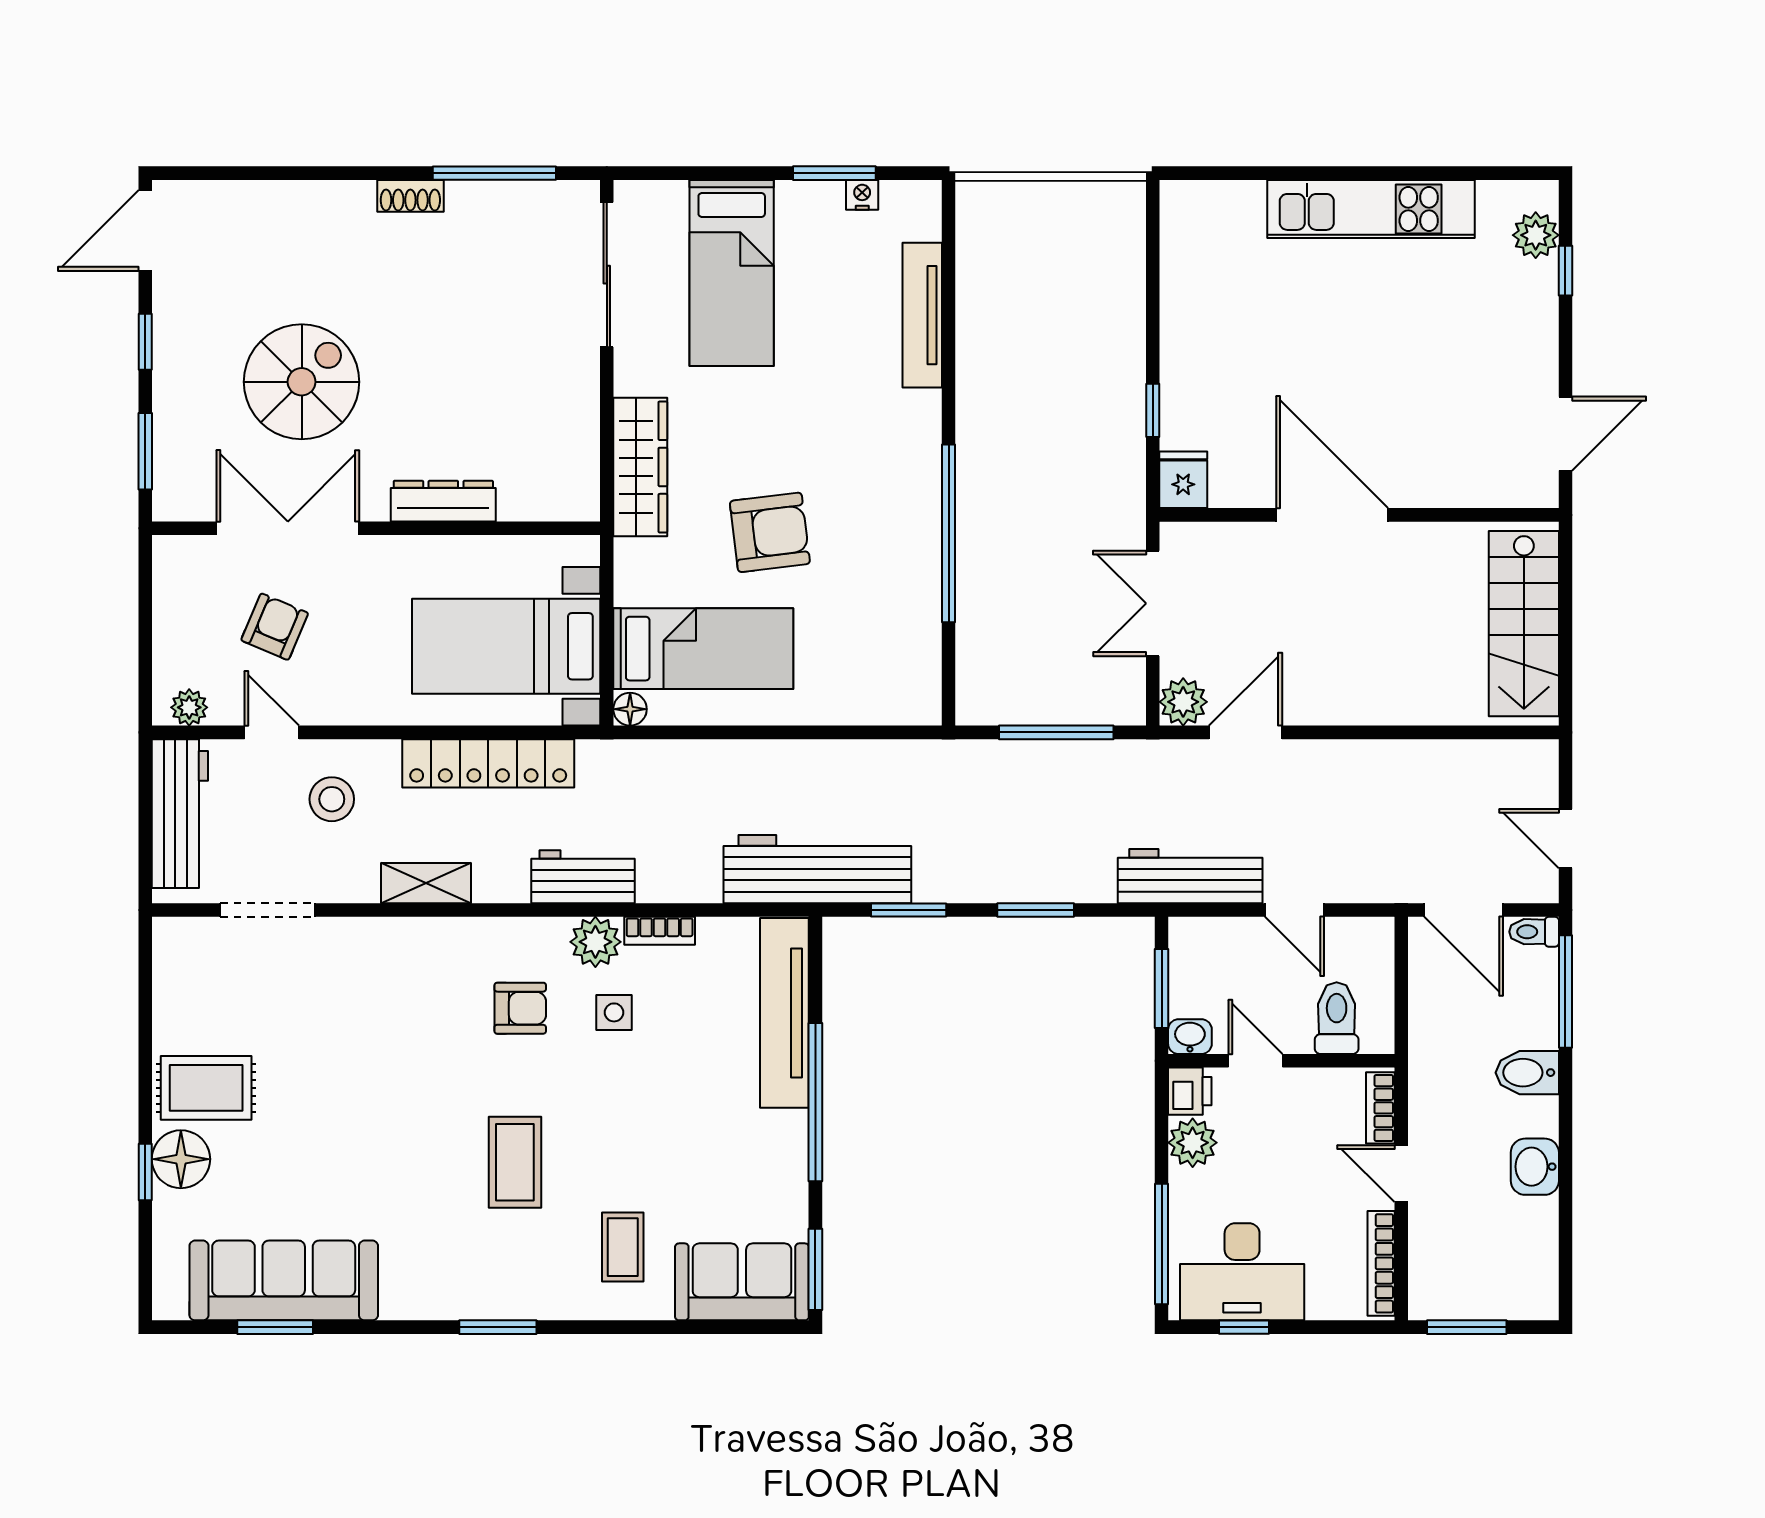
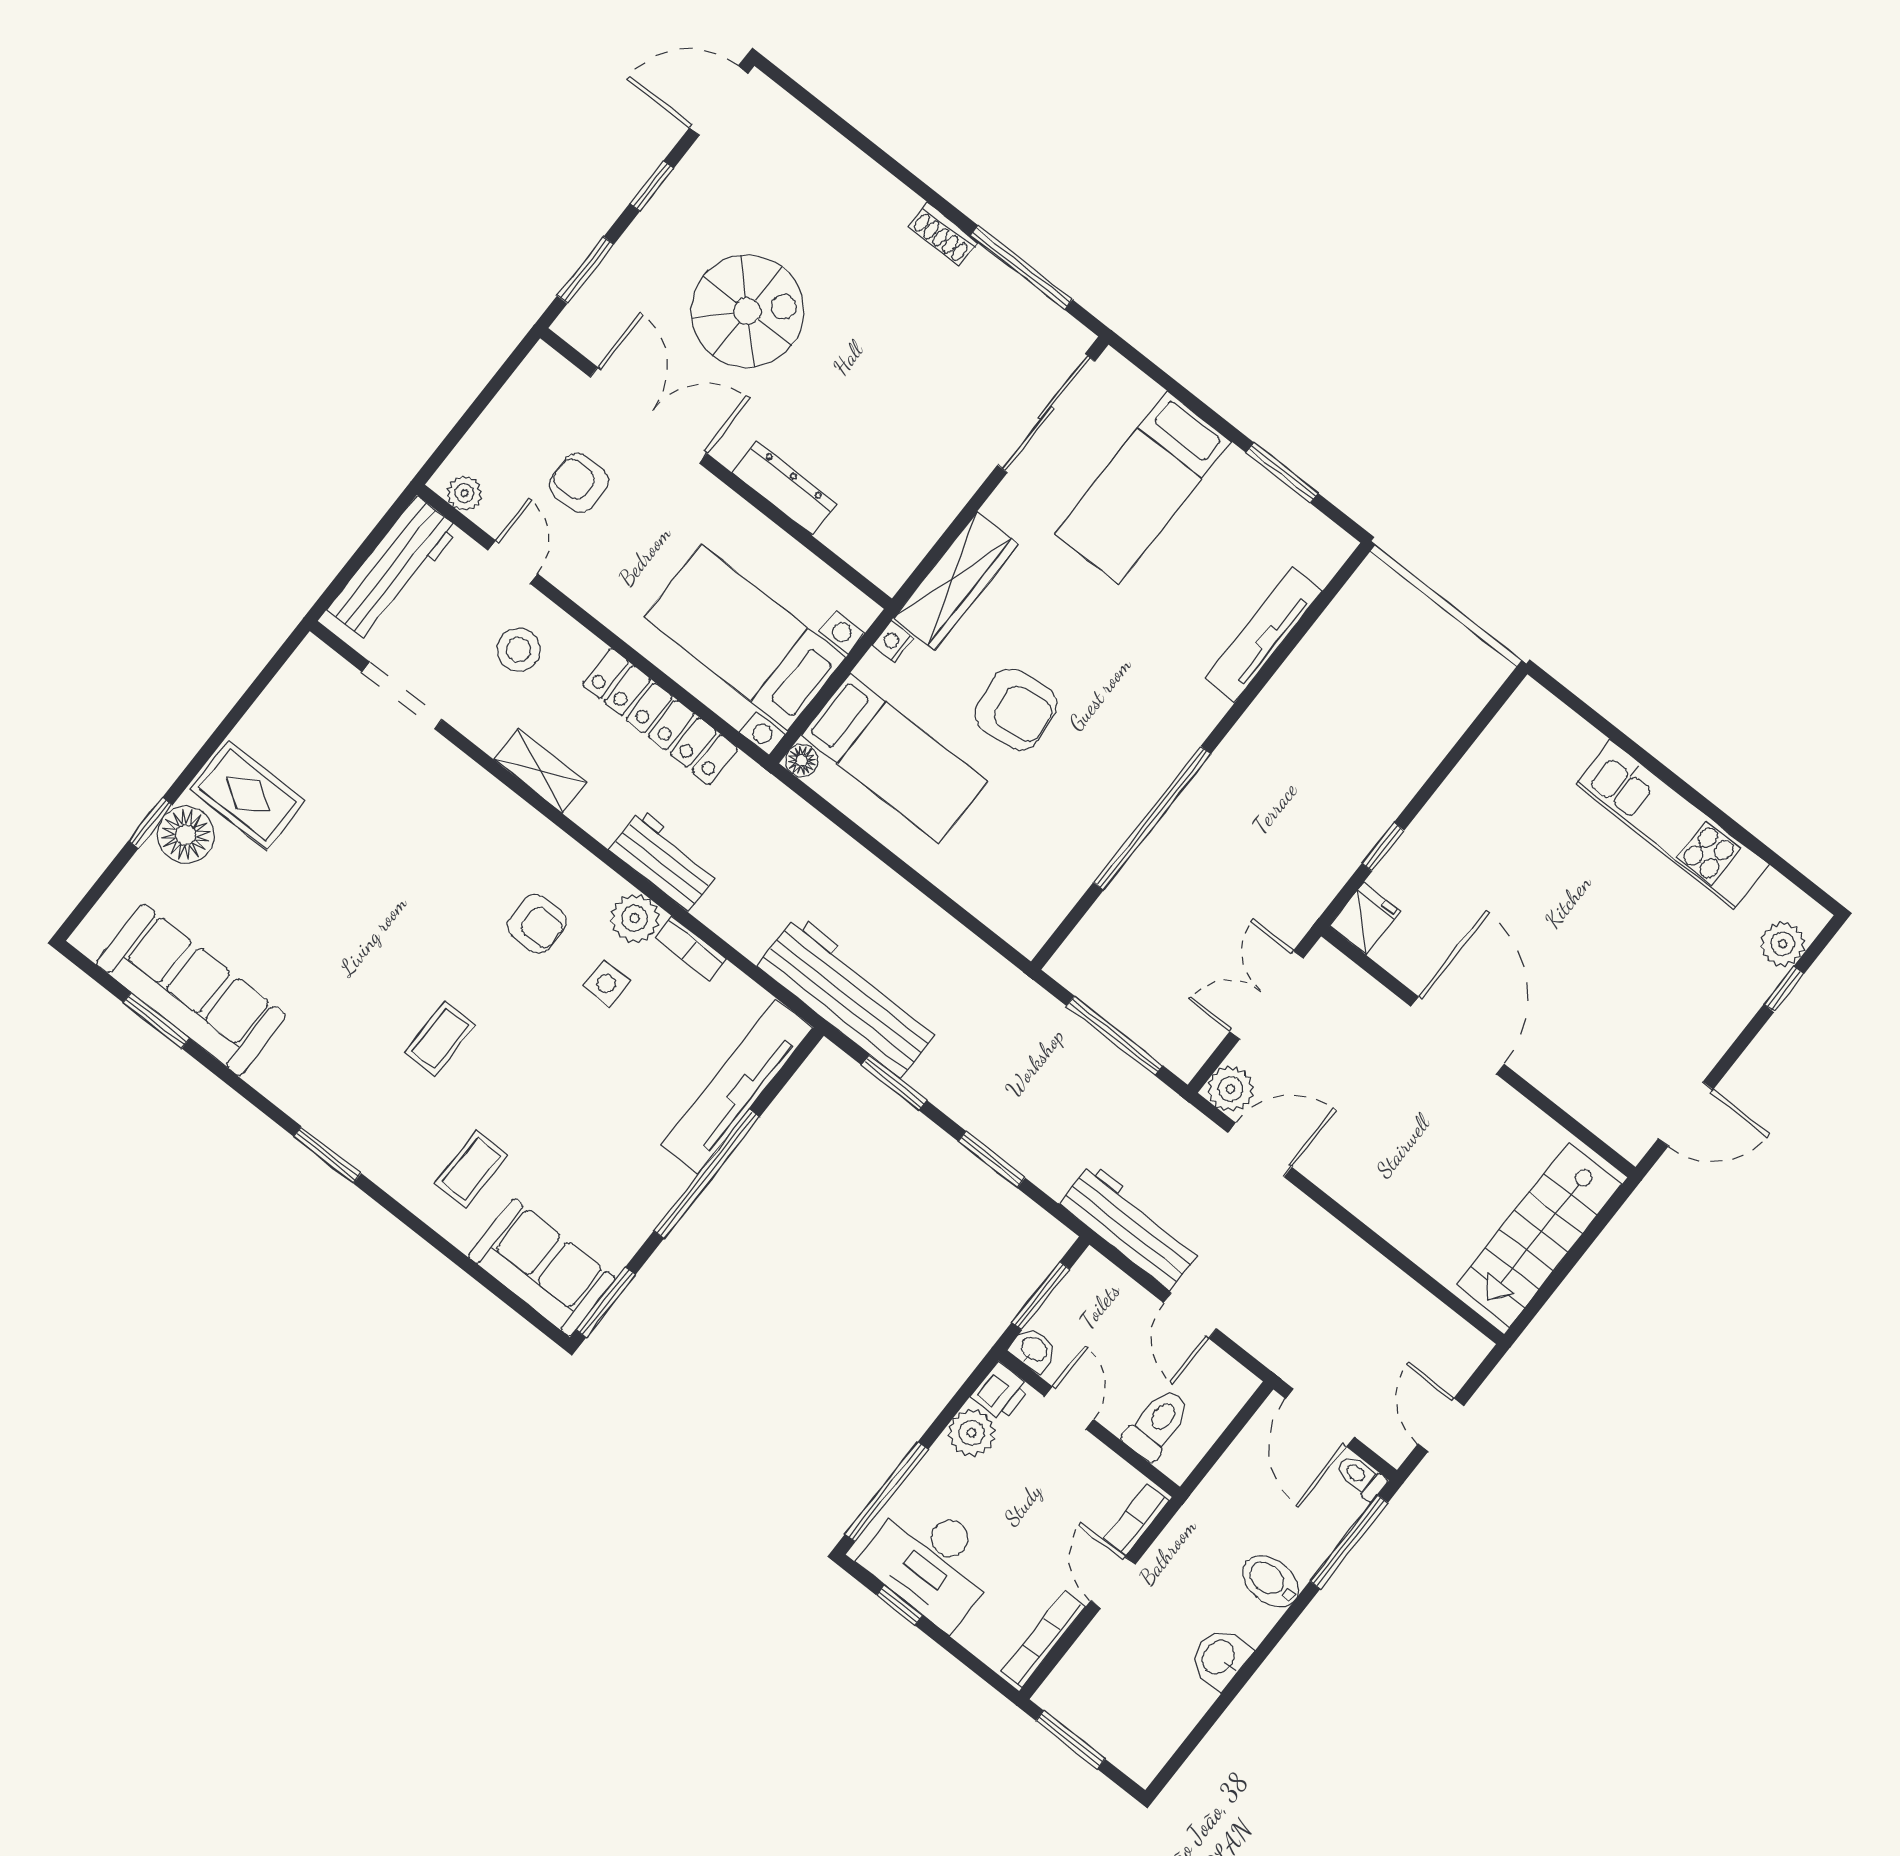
nightstand: (862, 195) -> (893, 642), moved, turned -90
armchair: (275, 627) -> (579, 483), turned -113
coffee table: (515, 1162) -> (440, 1039), width x0.73, depth x0.77

